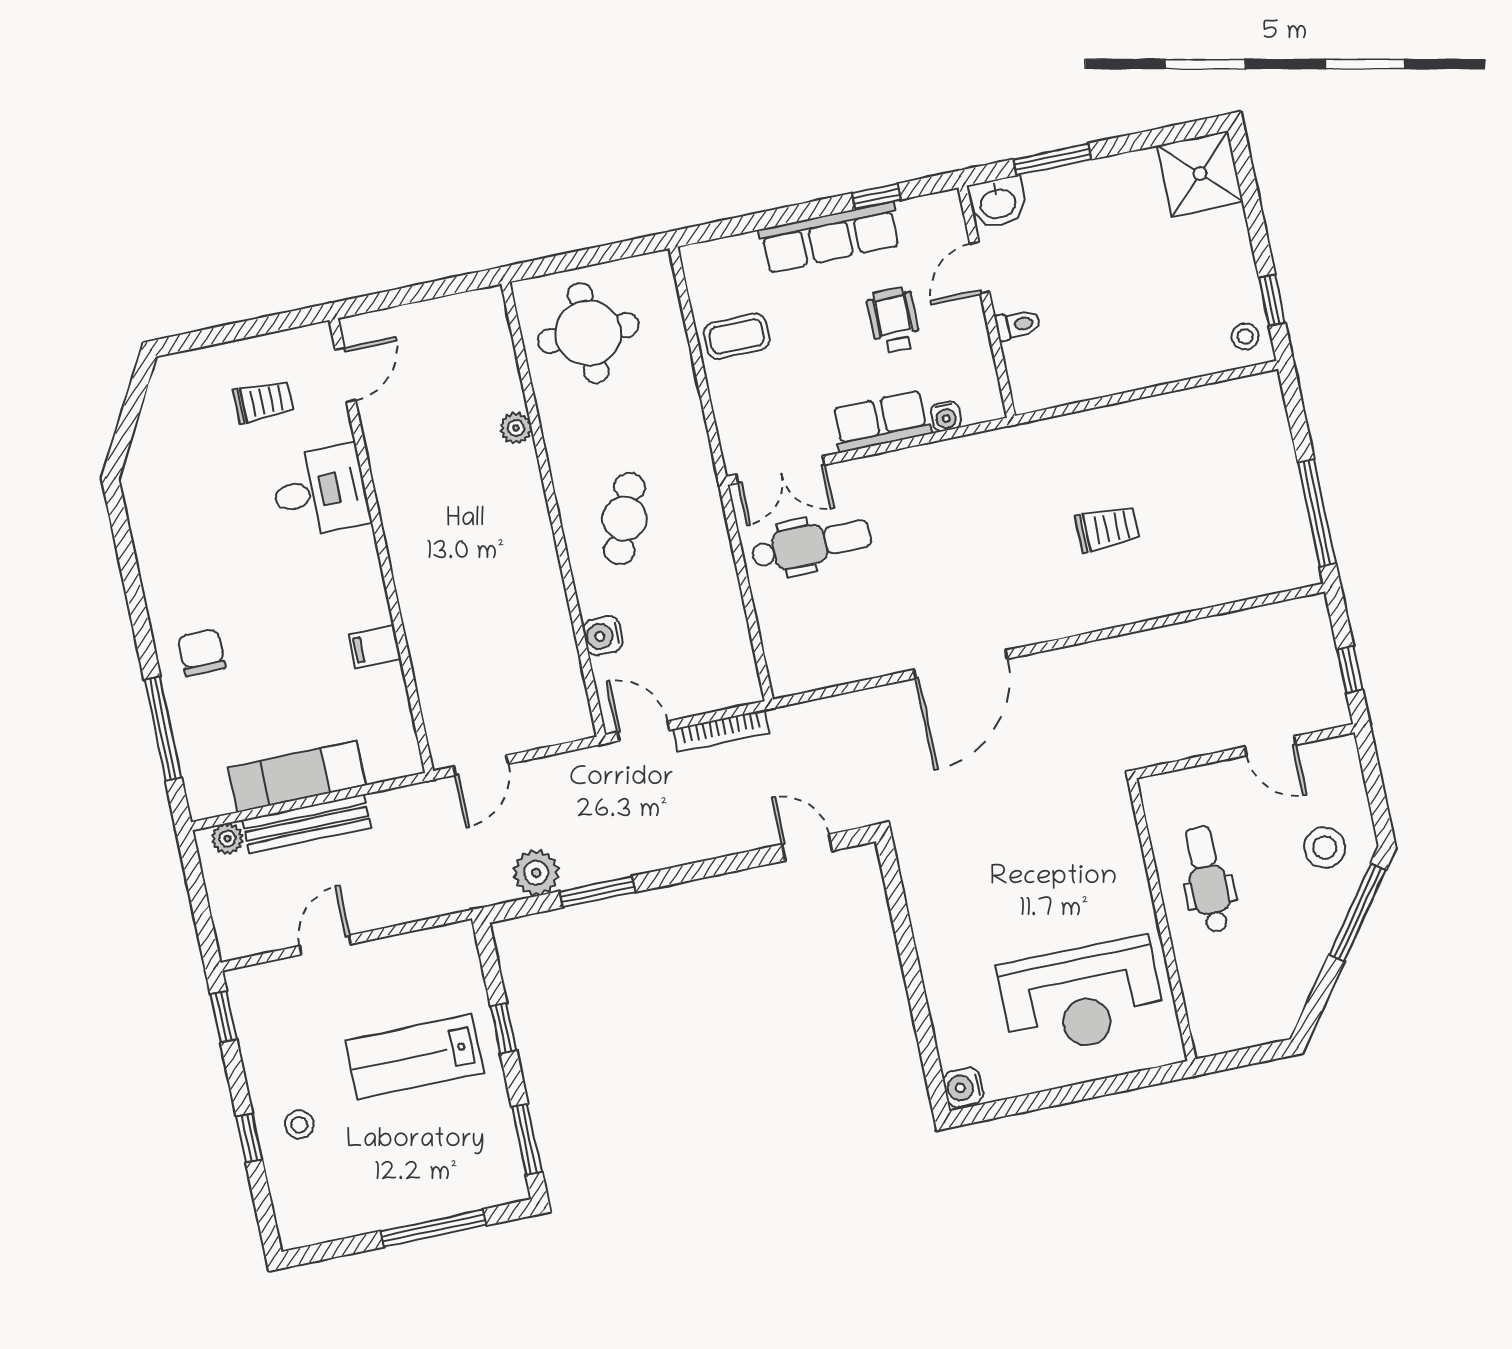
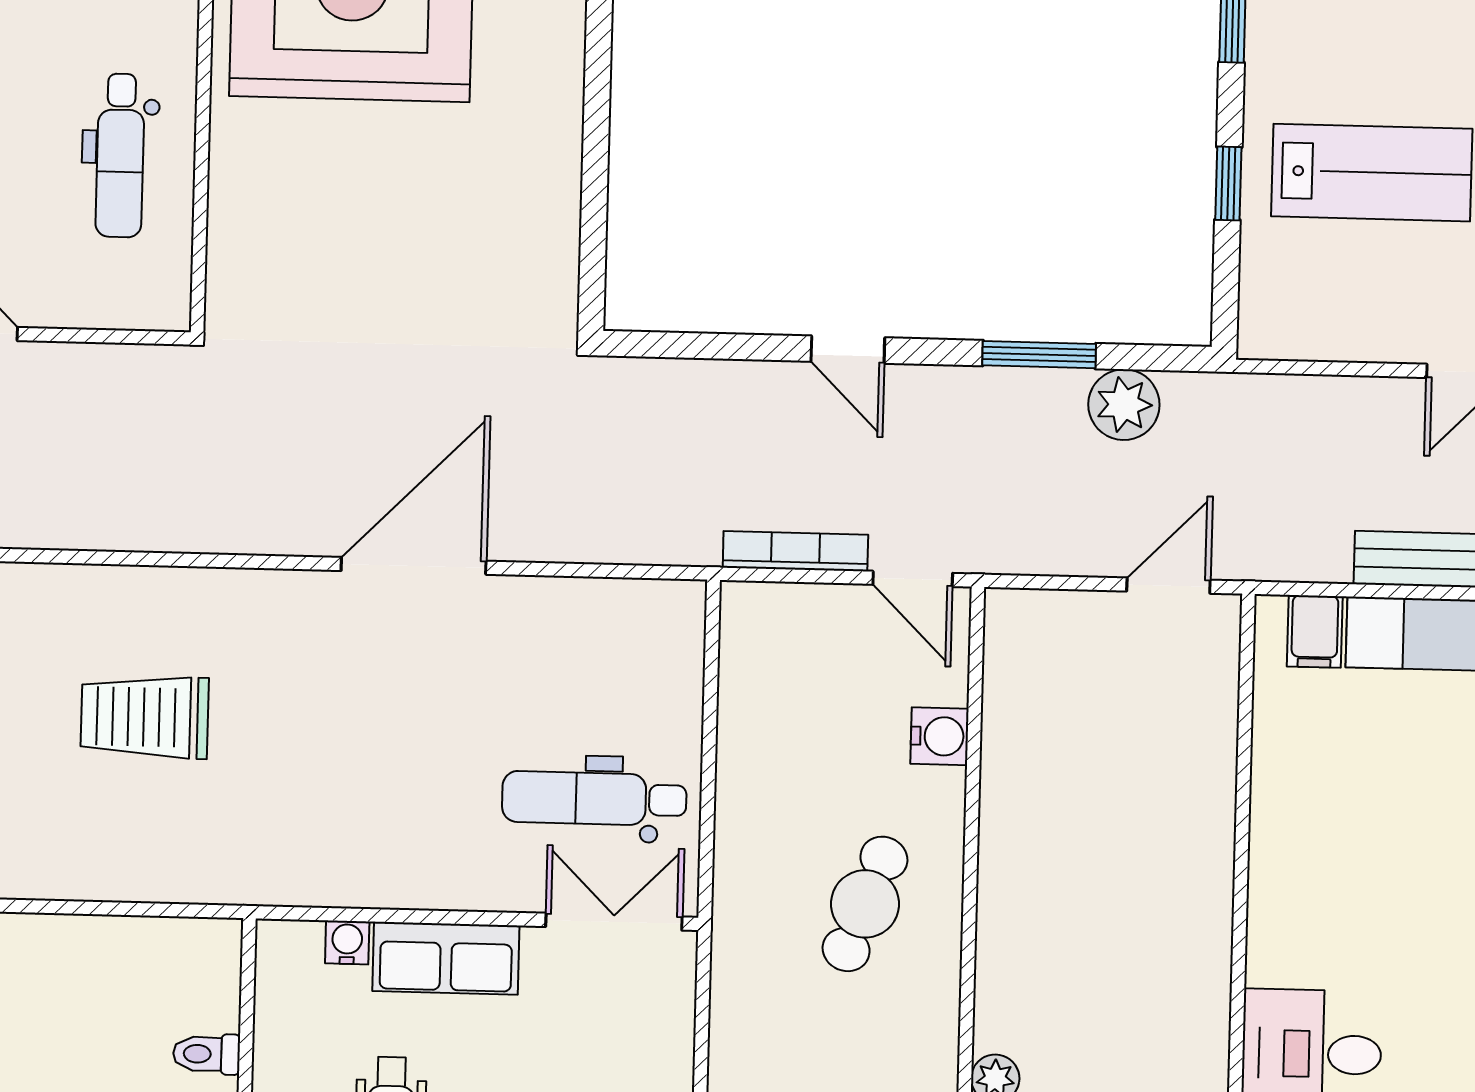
trolley: (1108, 528) -> (145, 717), width x1.36, depth x1.39
filing cabinet: (375, 647) -> (1315, 631), moved, turned 90
door: (807, 847) -> (848, 350), moved

